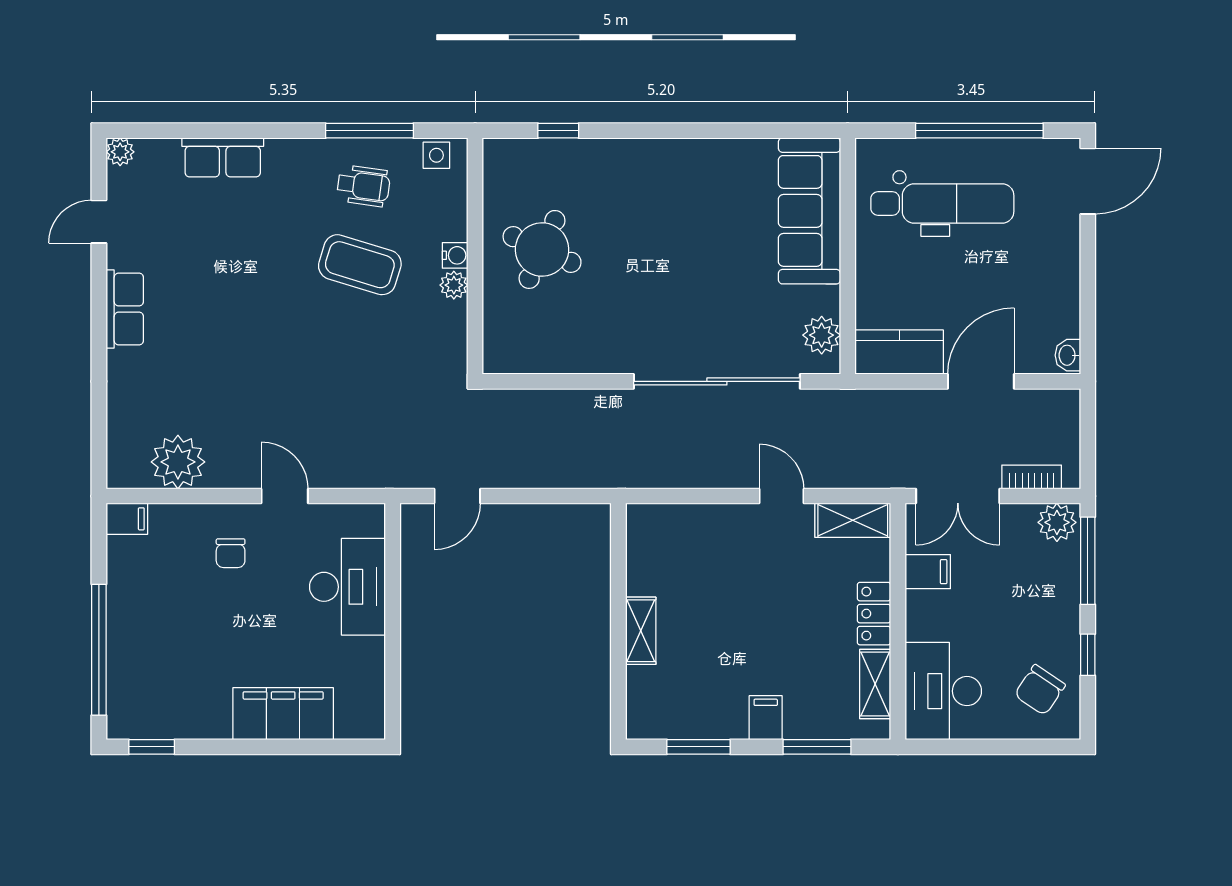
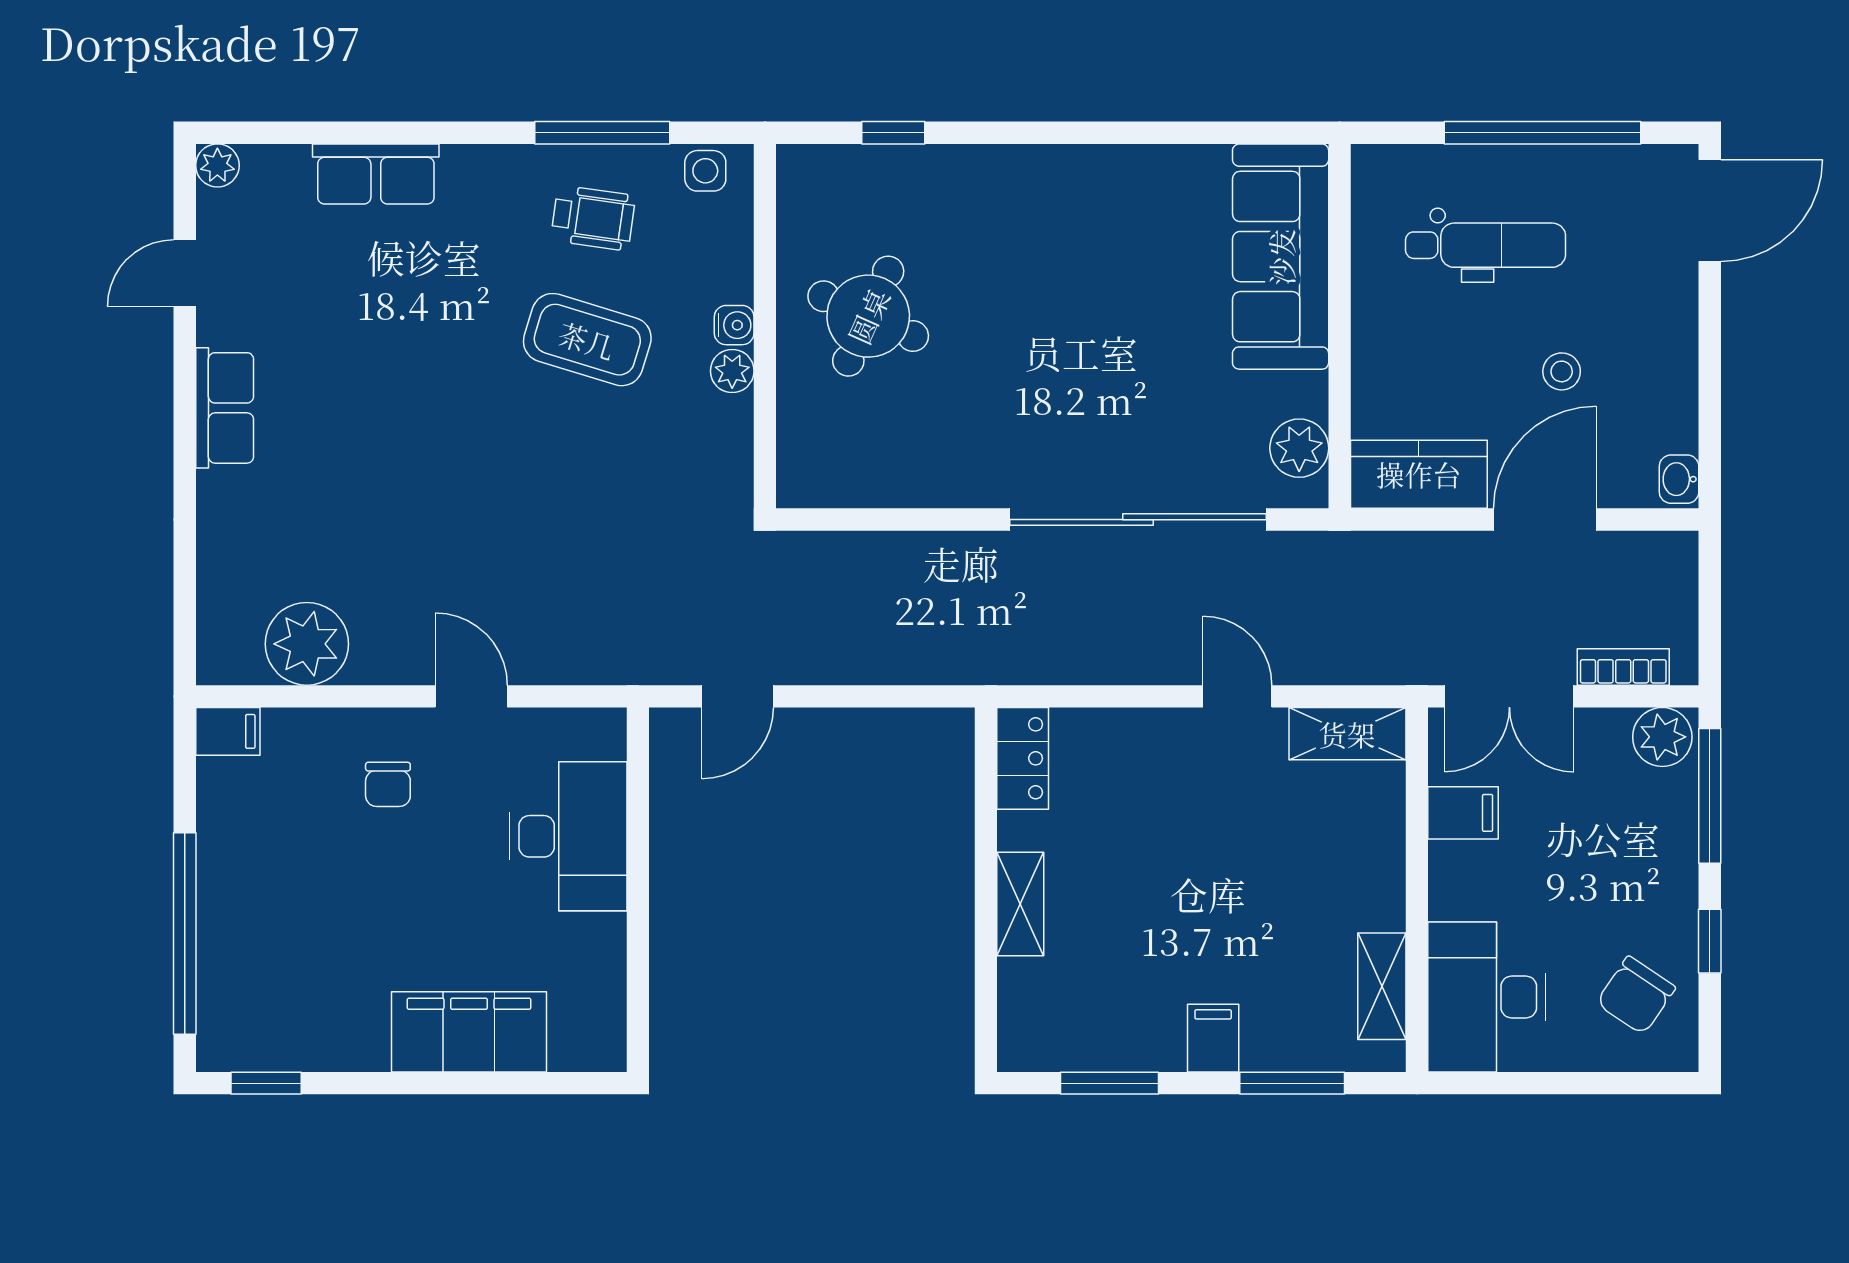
dental chair: (942, 204) -> (1486, 245), width x0.73, depth x0.72
stool: (992, 285) -> (1562, 371), added
locker: (874, 614) -> (1023, 758), moved, turned 180

